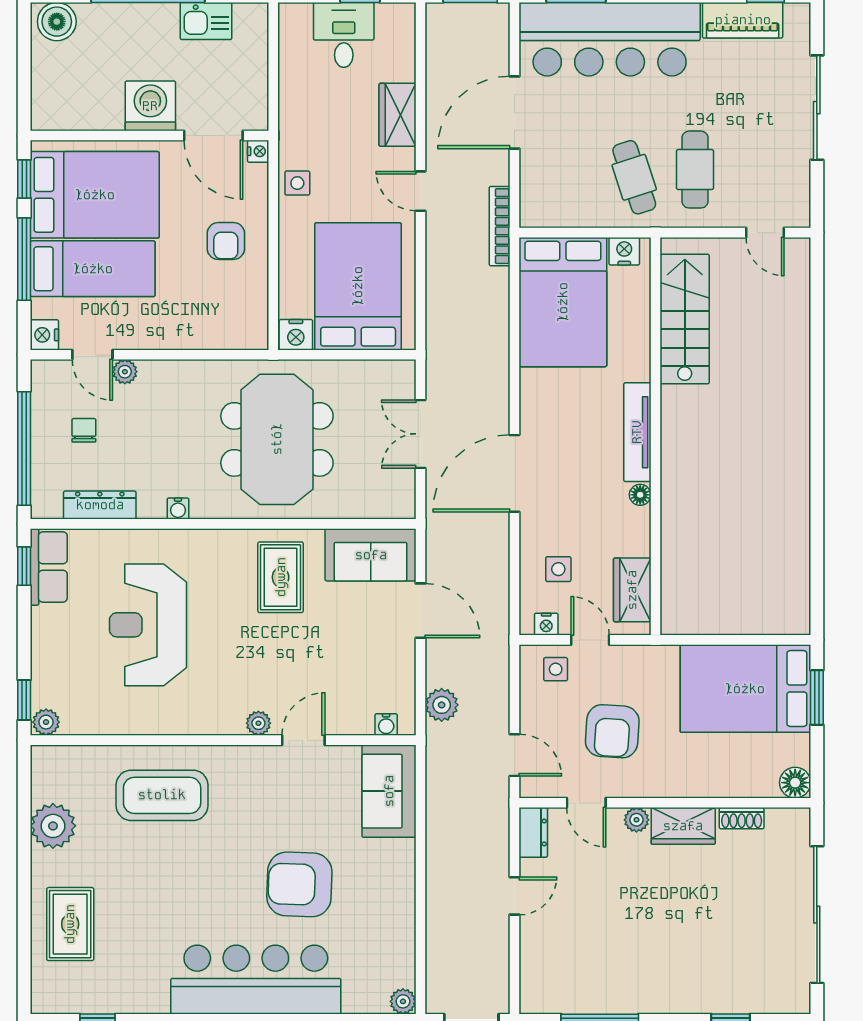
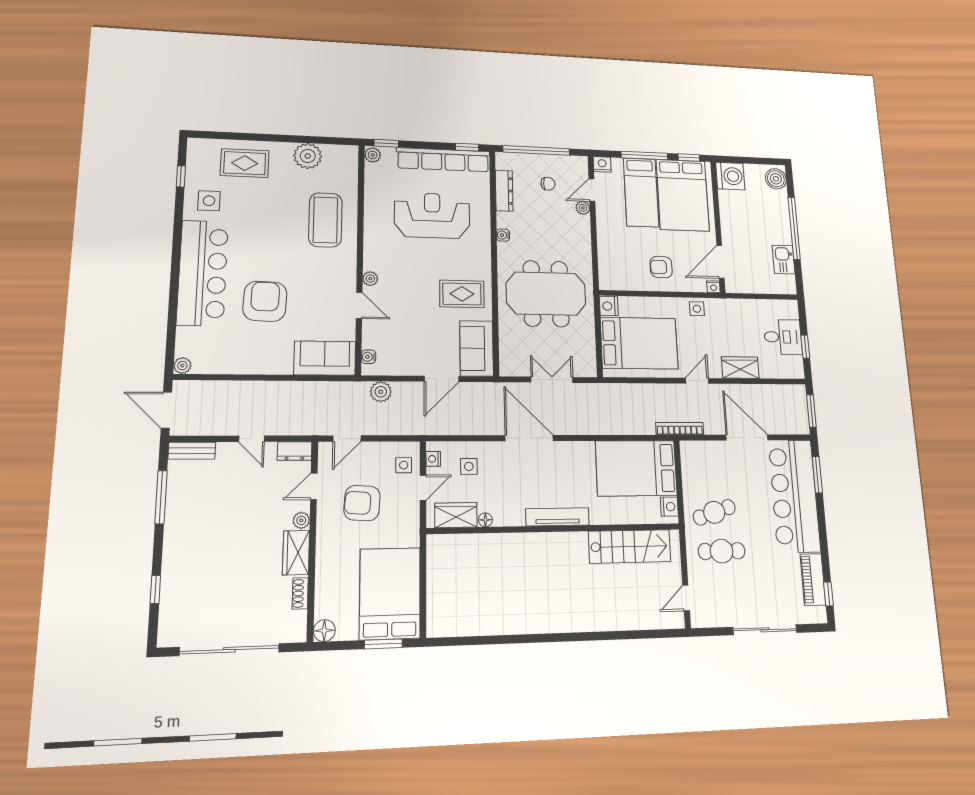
washing machine: (150, 106) -> (730, 176), moved
floor lamp: (640, 495) -> (485, 520), moved
row of seats: (49, 567) -> (443, 160), width x2.02
side table: (137, 976) -> (209, 201), added
bench: (532, 981) -> (192, 451), added

